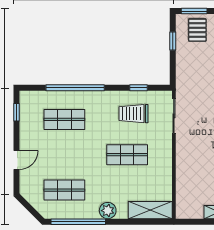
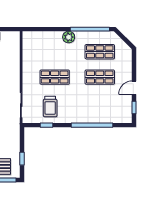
trolley: (134, 114) -> (50, 107), turned 90
shop shelf: (64, 119) -> (100, 77), moved
door: (17, 160) -> (134, 88), moved
shelving: (150, 210) -> (38, 37), removed

